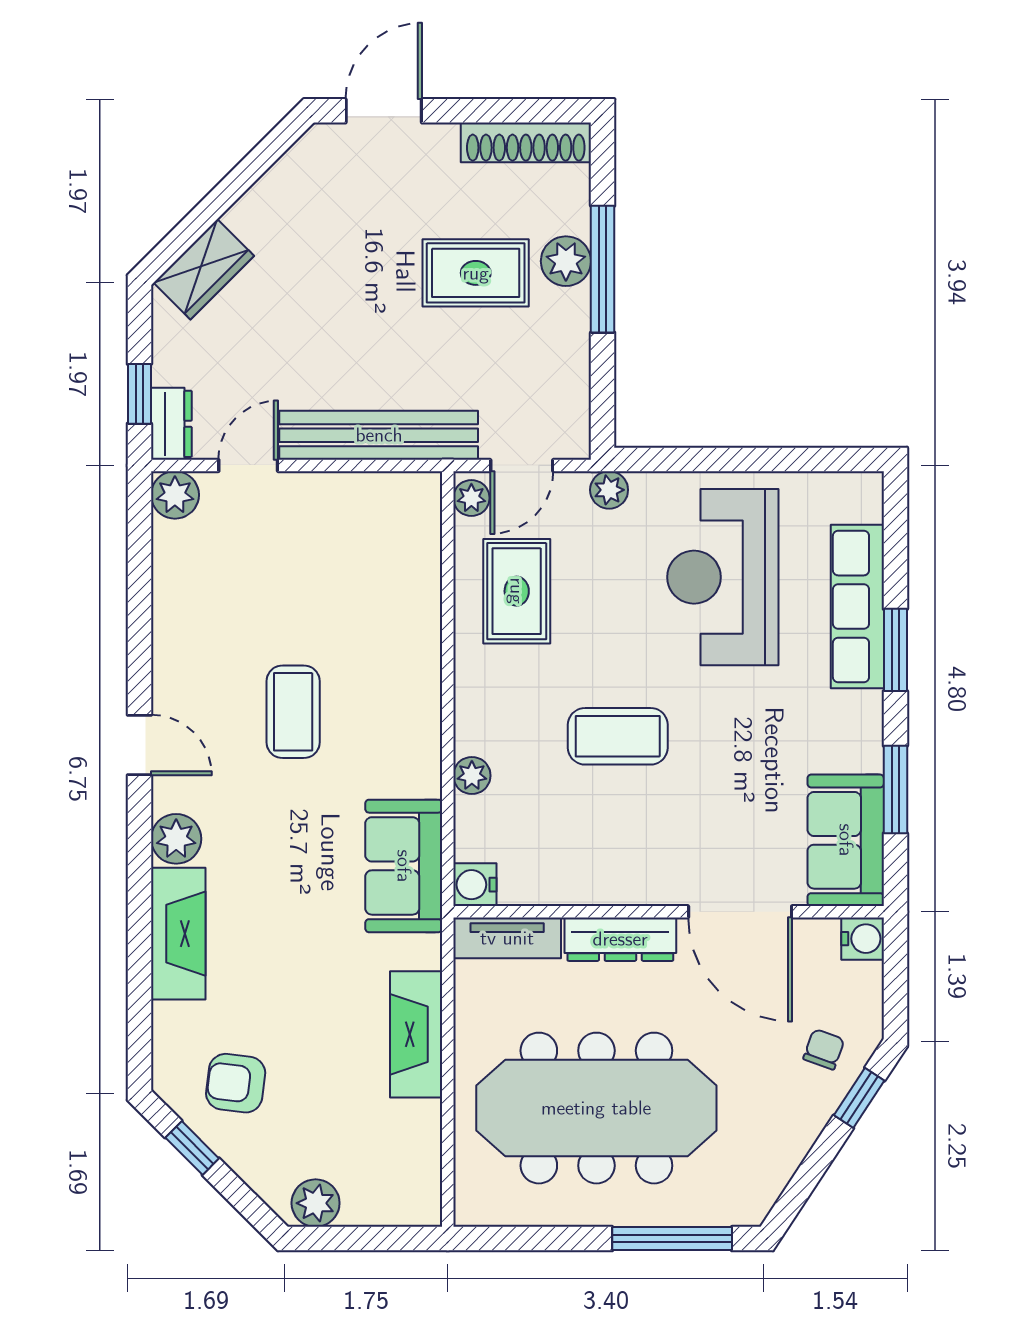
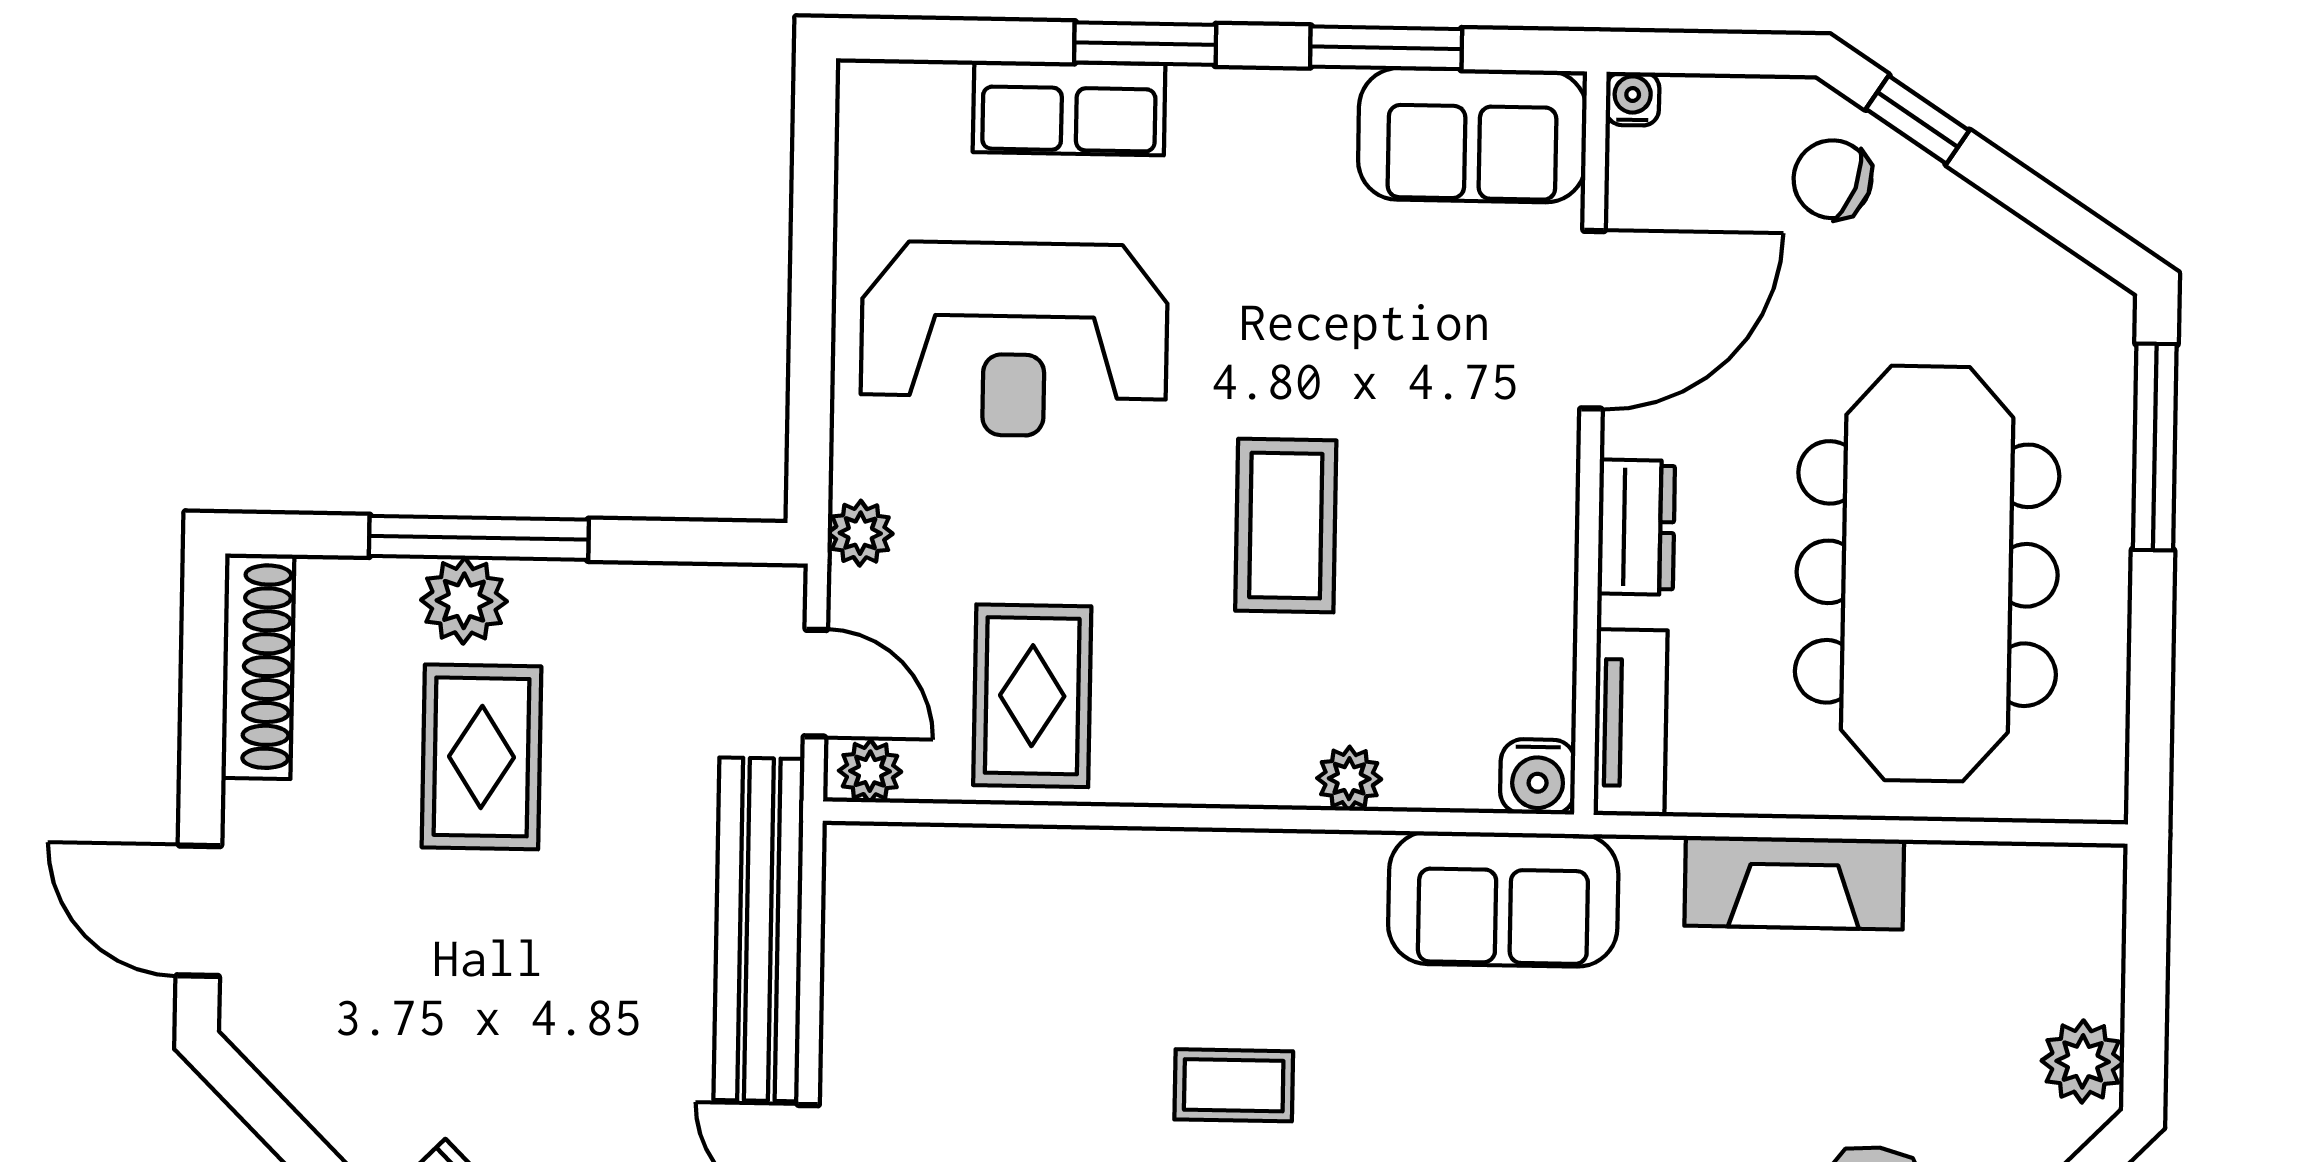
rug: (517, 591) -> (1032, 696), turned 90
row of seats: (857, 607) -> (1069, 108), width x0.68
coffee table: (293, 712) -> (1234, 1085), width x0.73, depth x0.77
dresser: (620, 939) -> (1636, 527), width x0.70
water cooler: (863, 939) -> (1633, 99), width x0.72, depth x0.72
chair: (824, 1049) -> (1832, 179), width x1.37, depth x1.37

